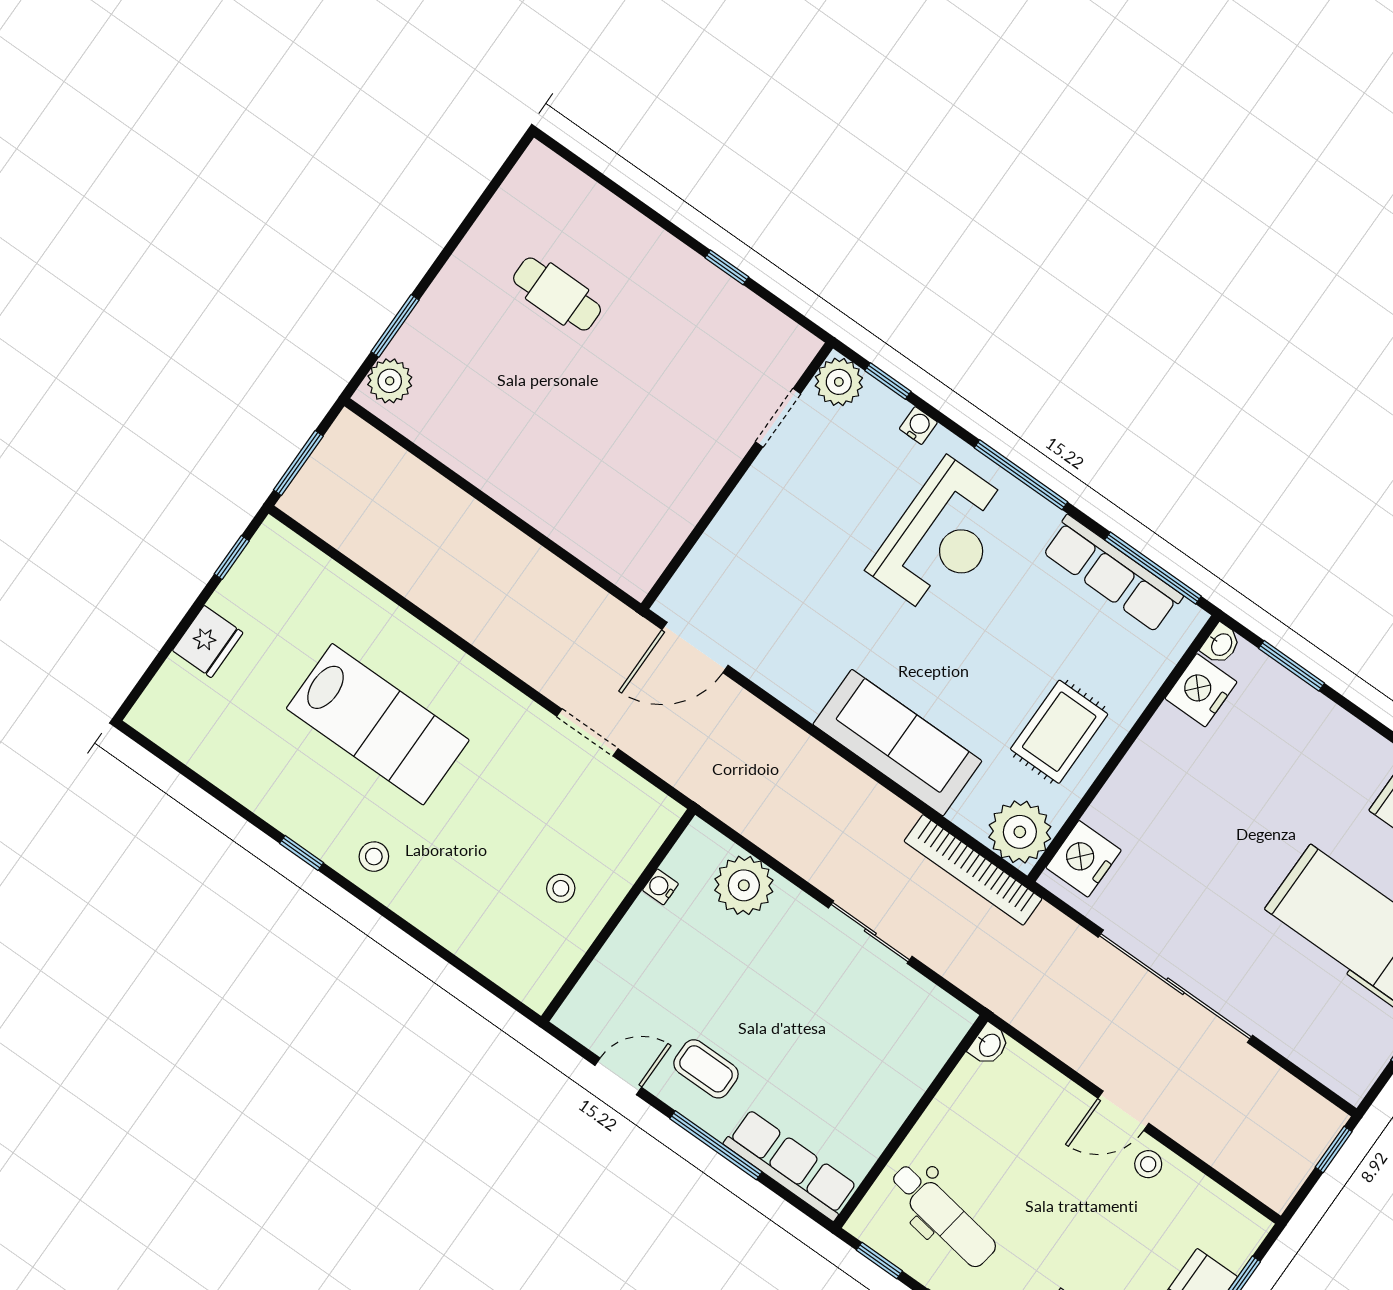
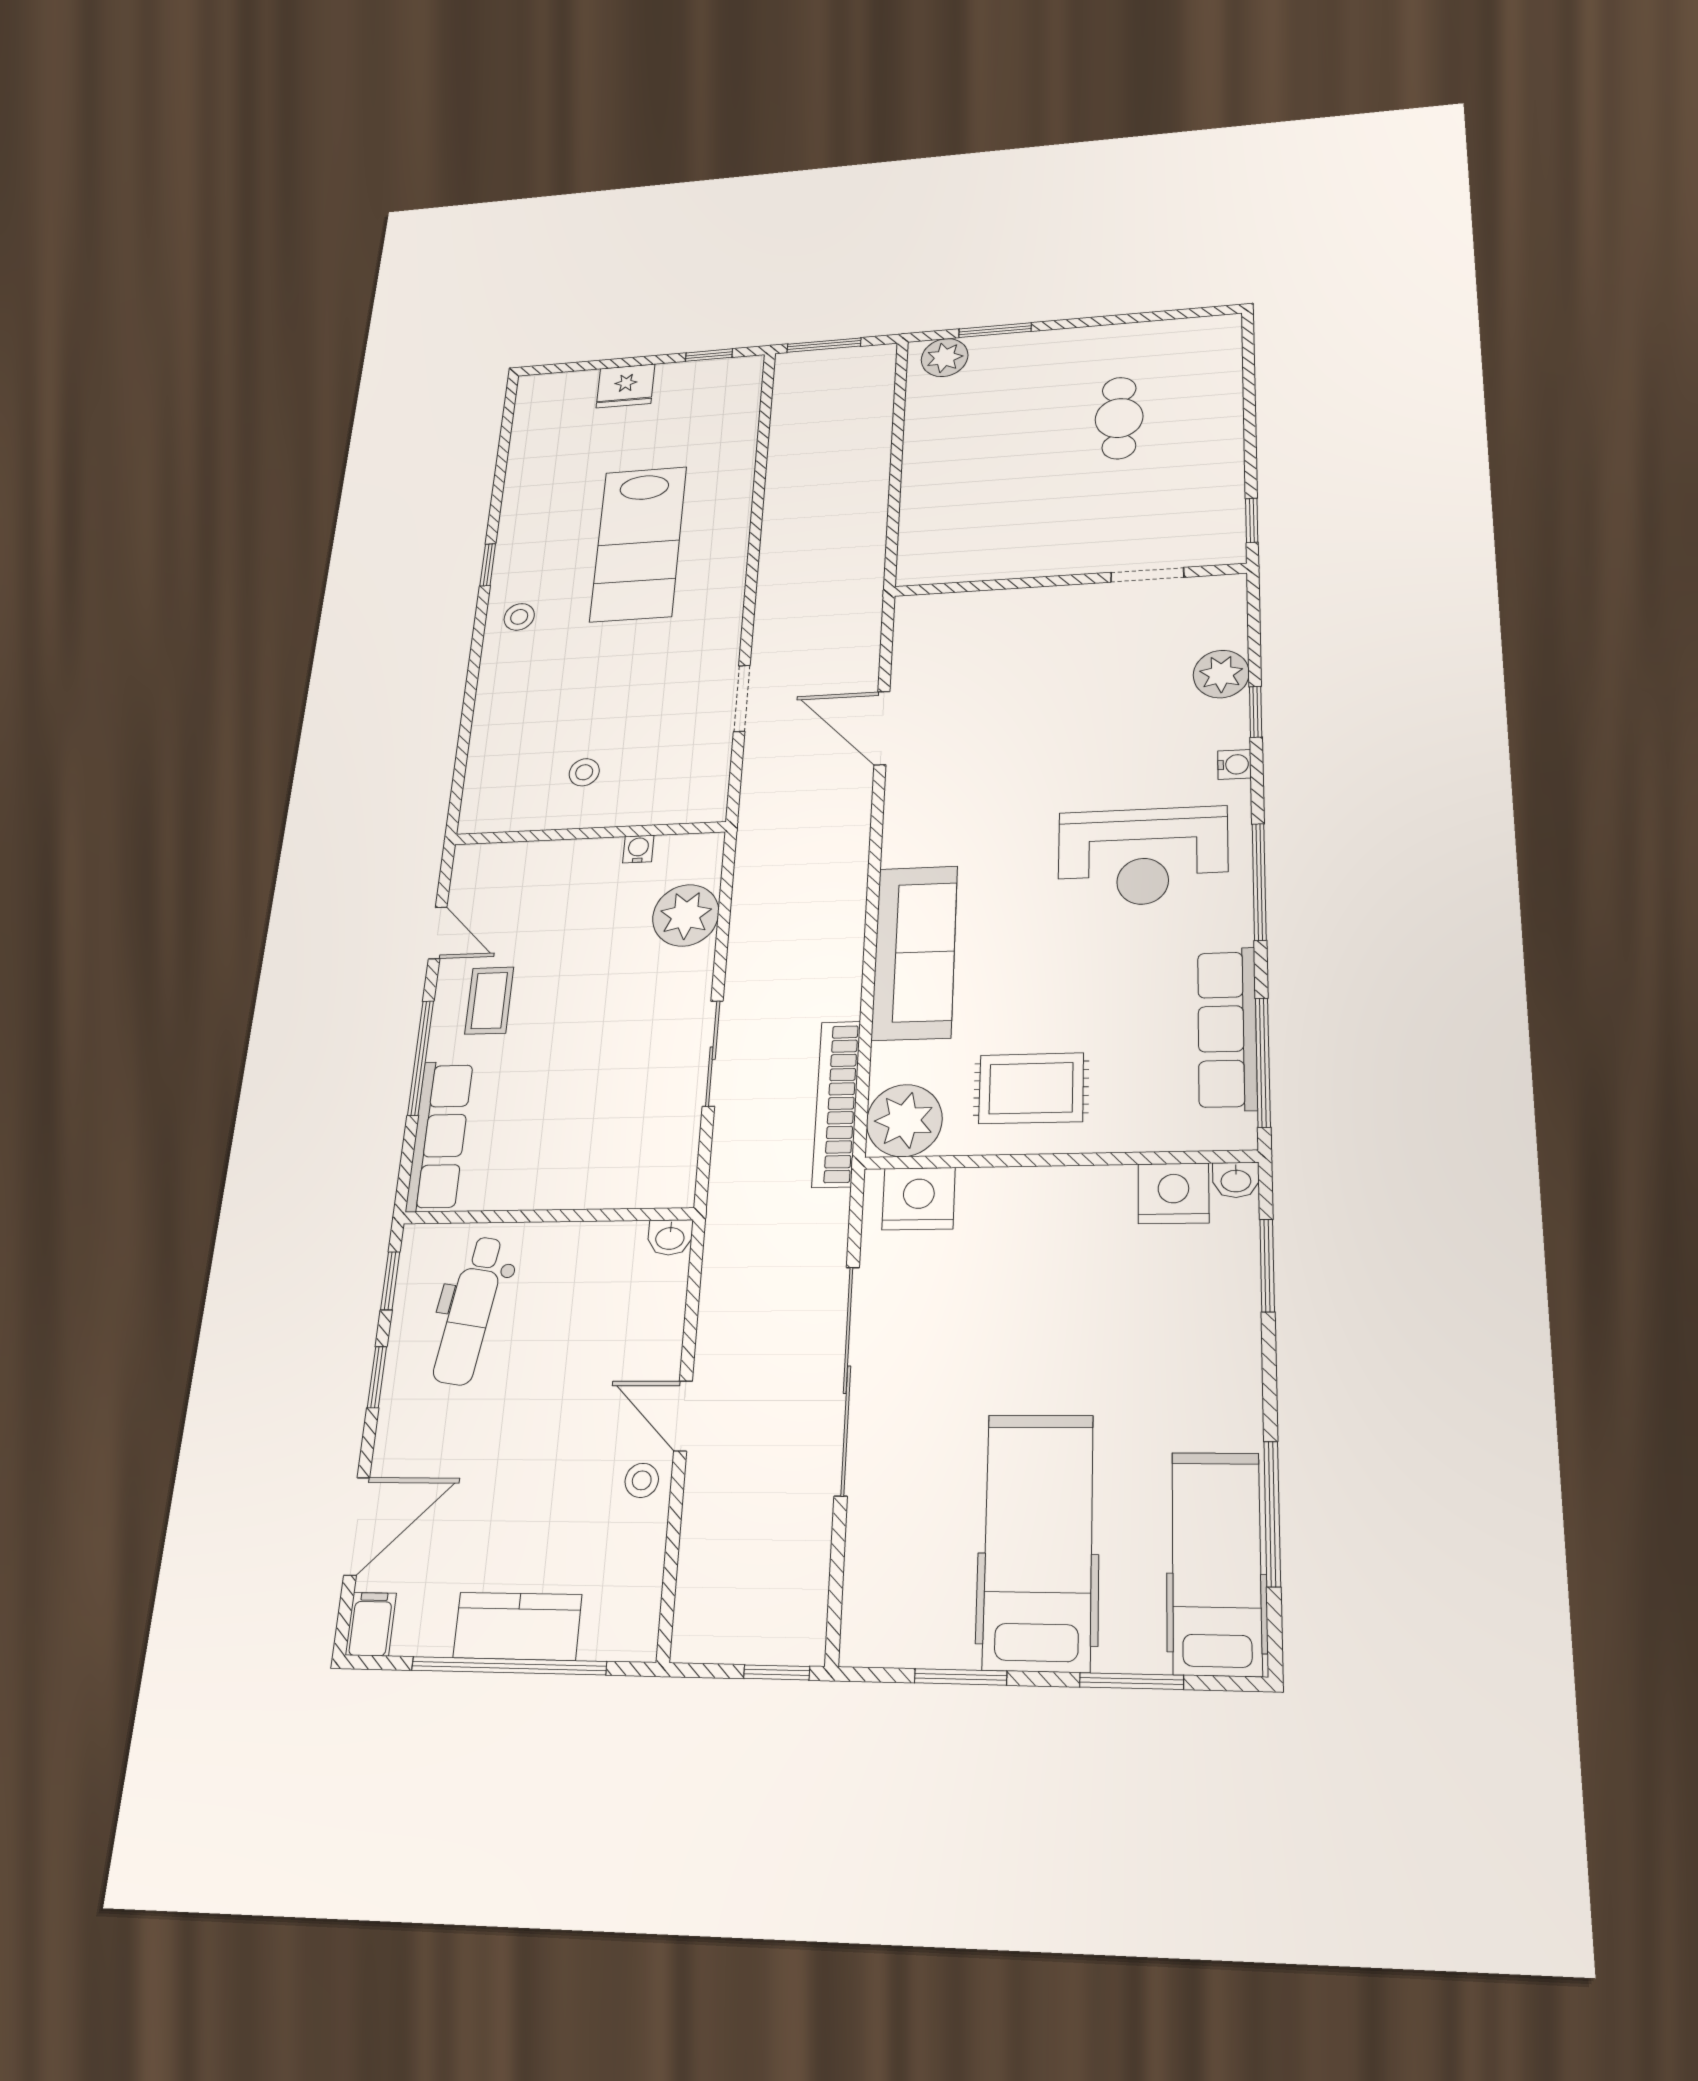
doorway: (778, 418) -> (1147, 575), moved
wall: (737, 476) -> (1068, 580), moved

